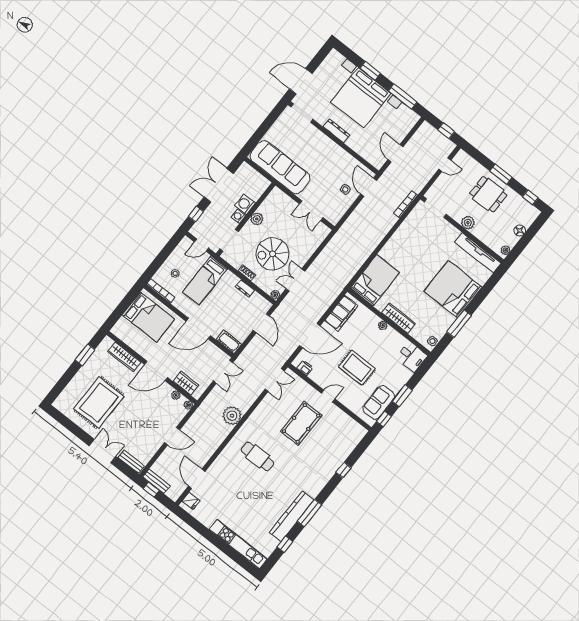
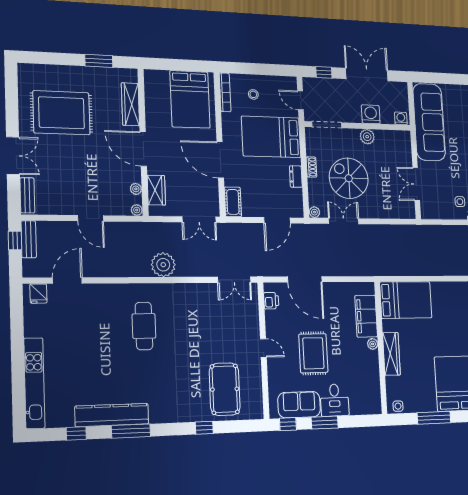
washing machine: (238, 216) -> (401, 118), moved
bed: (205, 280) -> (271, 137), width x1.50
filing cabinet: (341, 313) -> (366, 316), moved, turned 90
desk: (412, 357) -> (335, 400), moved
pool table: (301, 423) -> (225, 389), moved, turned 90

